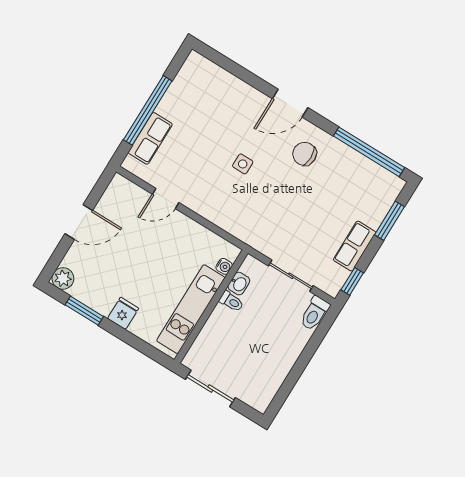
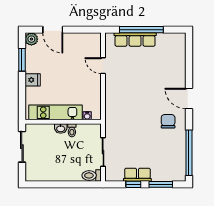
row of seats: (150, 138) -> (135, 39), width x1.48
side table: (243, 164) -> (144, 94), removed
door: (79, 222) -> (53, 30), moved
window: (352, 281) -> (133, 184), moved
washbasin: (239, 284) -> (61, 129), moved

